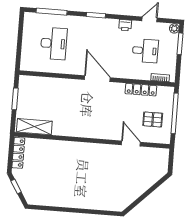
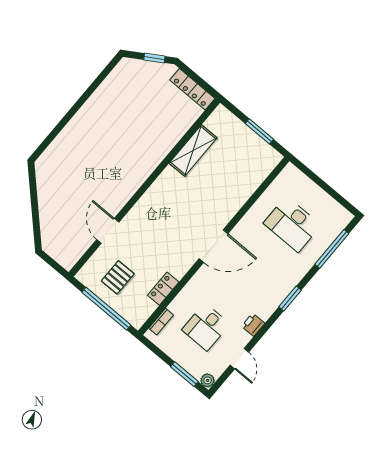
locker: (141, 90) -> (163, 289), width x0.66
shelving: (34, 127) -> (193, 150), moved
door: (131, 143) -> (108, 231), swing flipped

